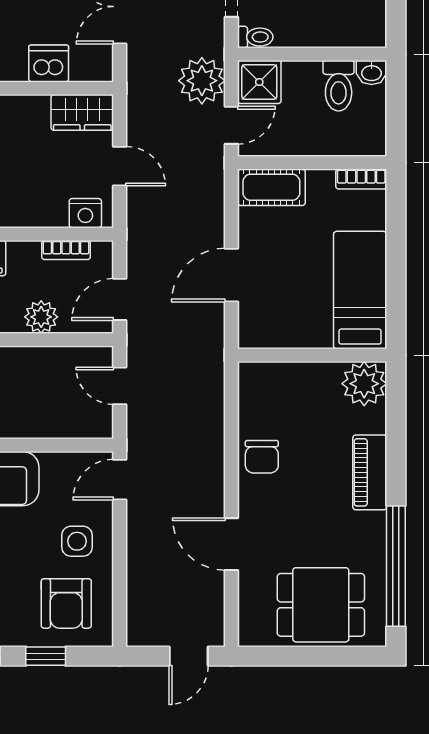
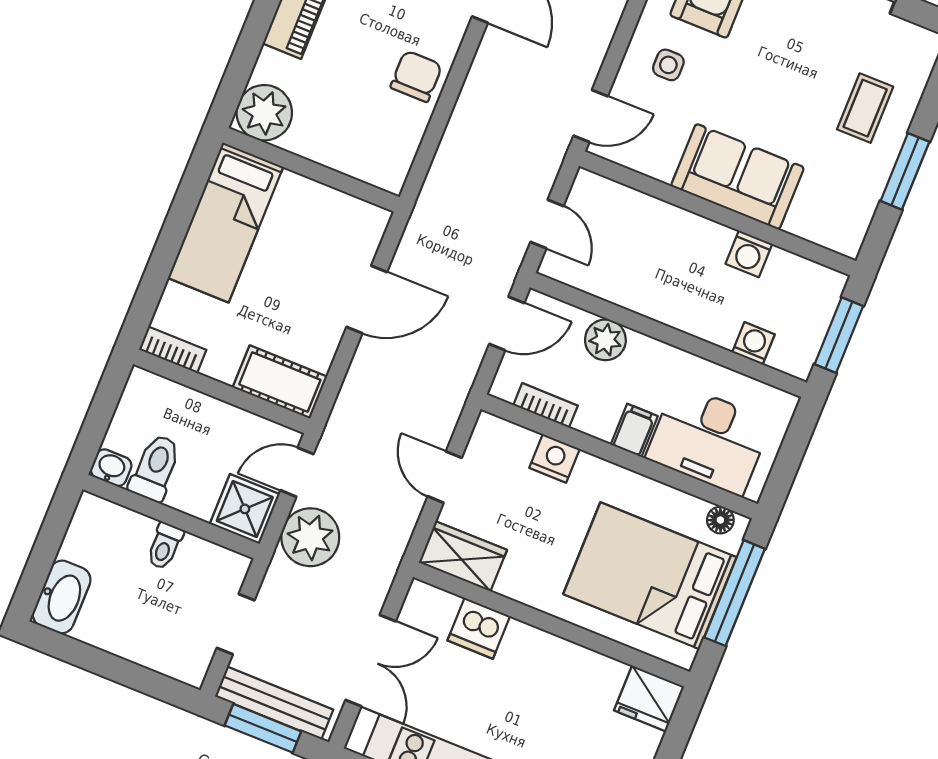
toilet: (255, 37) -> (165, 546), moved, turned -90
nightstand: (85, 213) -> (555, 458), moved
side table: (77, 541) -> (668, 65), width x0.73, depth x0.73

